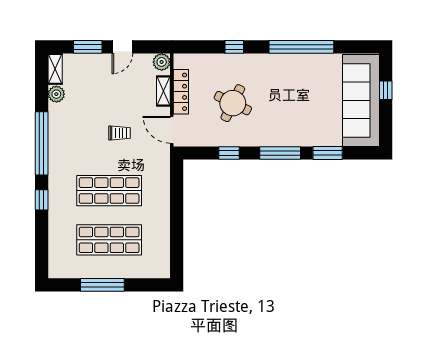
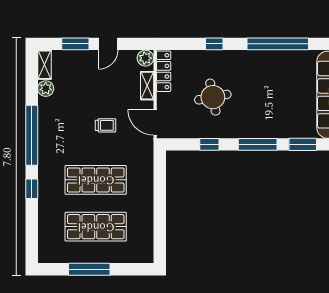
locker: (181, 92) -> (164, 71), moved
round table: (233, 103) -> (213, 97), turned -37

